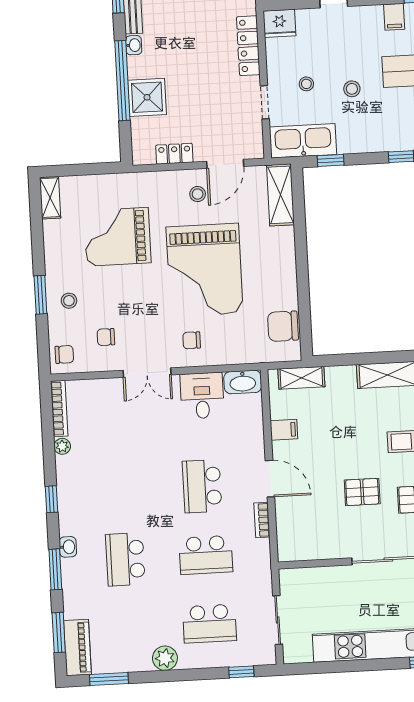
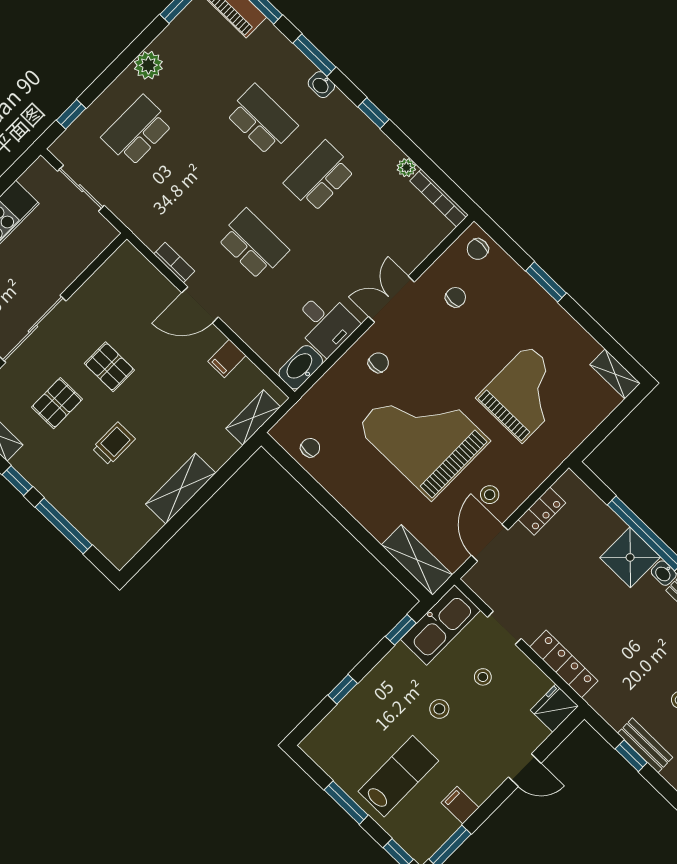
shower: (147, 97) -> (630, 557), moved
stool: (69, 301) -> (517, 299), removed
chair: (283, 326) -> (310, 448), width x0.54, depth x0.54
pallet: (362, 492) -> (109, 367), turned 90
school desk: (206, 555) -> (320, 176), moved

